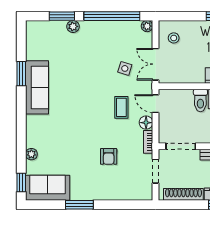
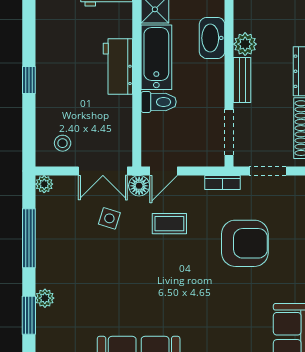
window: (112, 16) -> (29, 238), width x0.68
floor lamp: (146, 123) -> (139, 186), moved
armchair: (109, 156) -> (245, 243), width x1.88, depth x1.88

